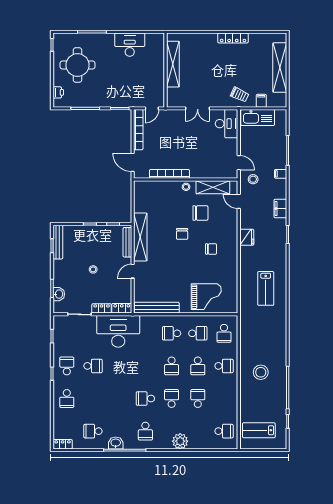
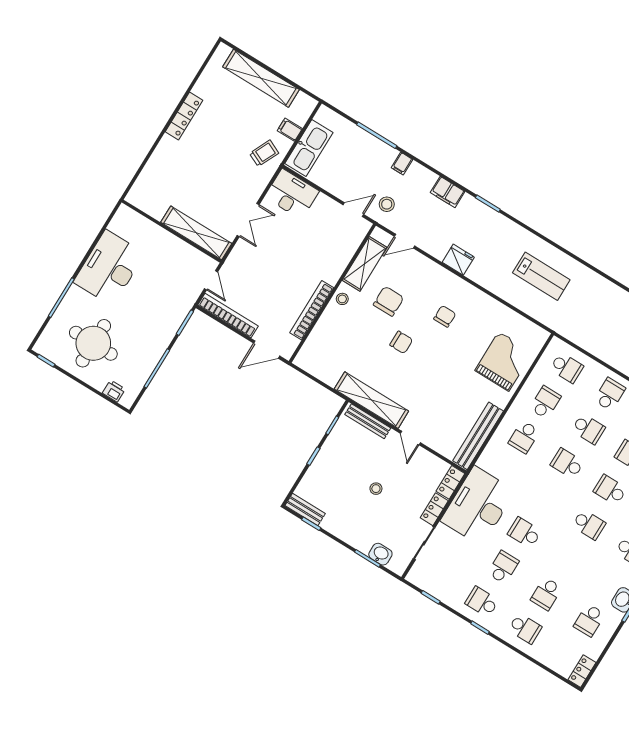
desk: (130, 45) -> (109, 268), width x1.36, depth x1.30
shelving: (173, 64) -> (196, 233), moved
bench: (58, 242) -> (305, 509), width x0.73
school desk: (119, 366) -> (524, 533), added
school desk: (172, 366) -> (567, 463), turned 180
school desk: (93, 399) -> (546, 594), added
school desk: (145, 399) -> (589, 525), turned -90

